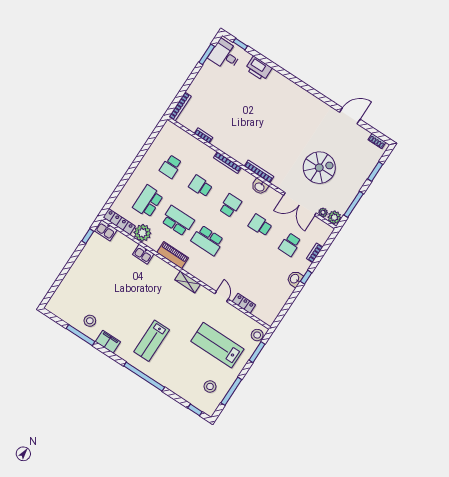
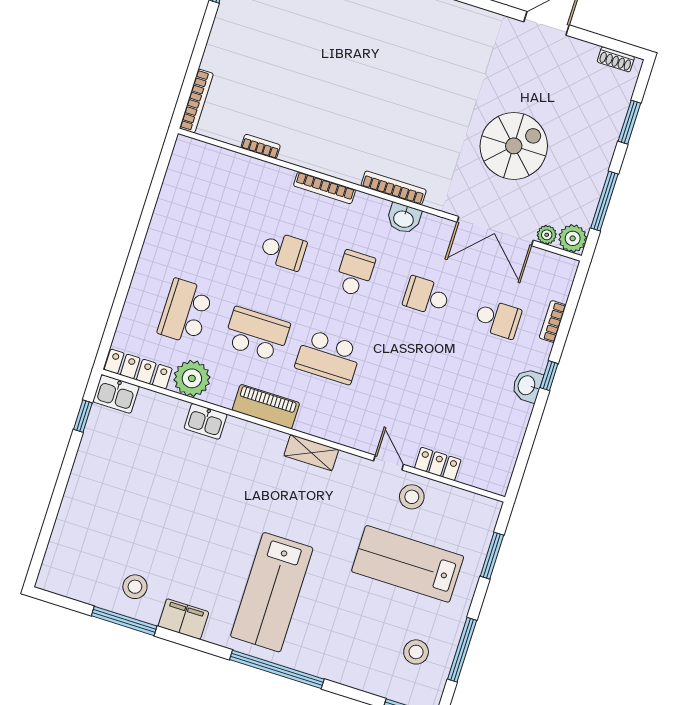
school desk: (171, 167) -> (212, 228), removed
school desk: (201, 186) -> (283, 251), turned 180
school desk: (290, 245) -> (498, 319), turned -90
stool: (257, 335) -> (412, 497), moved
lab bench: (152, 341) -> (272, 592), width x1.36, depth x1.39

